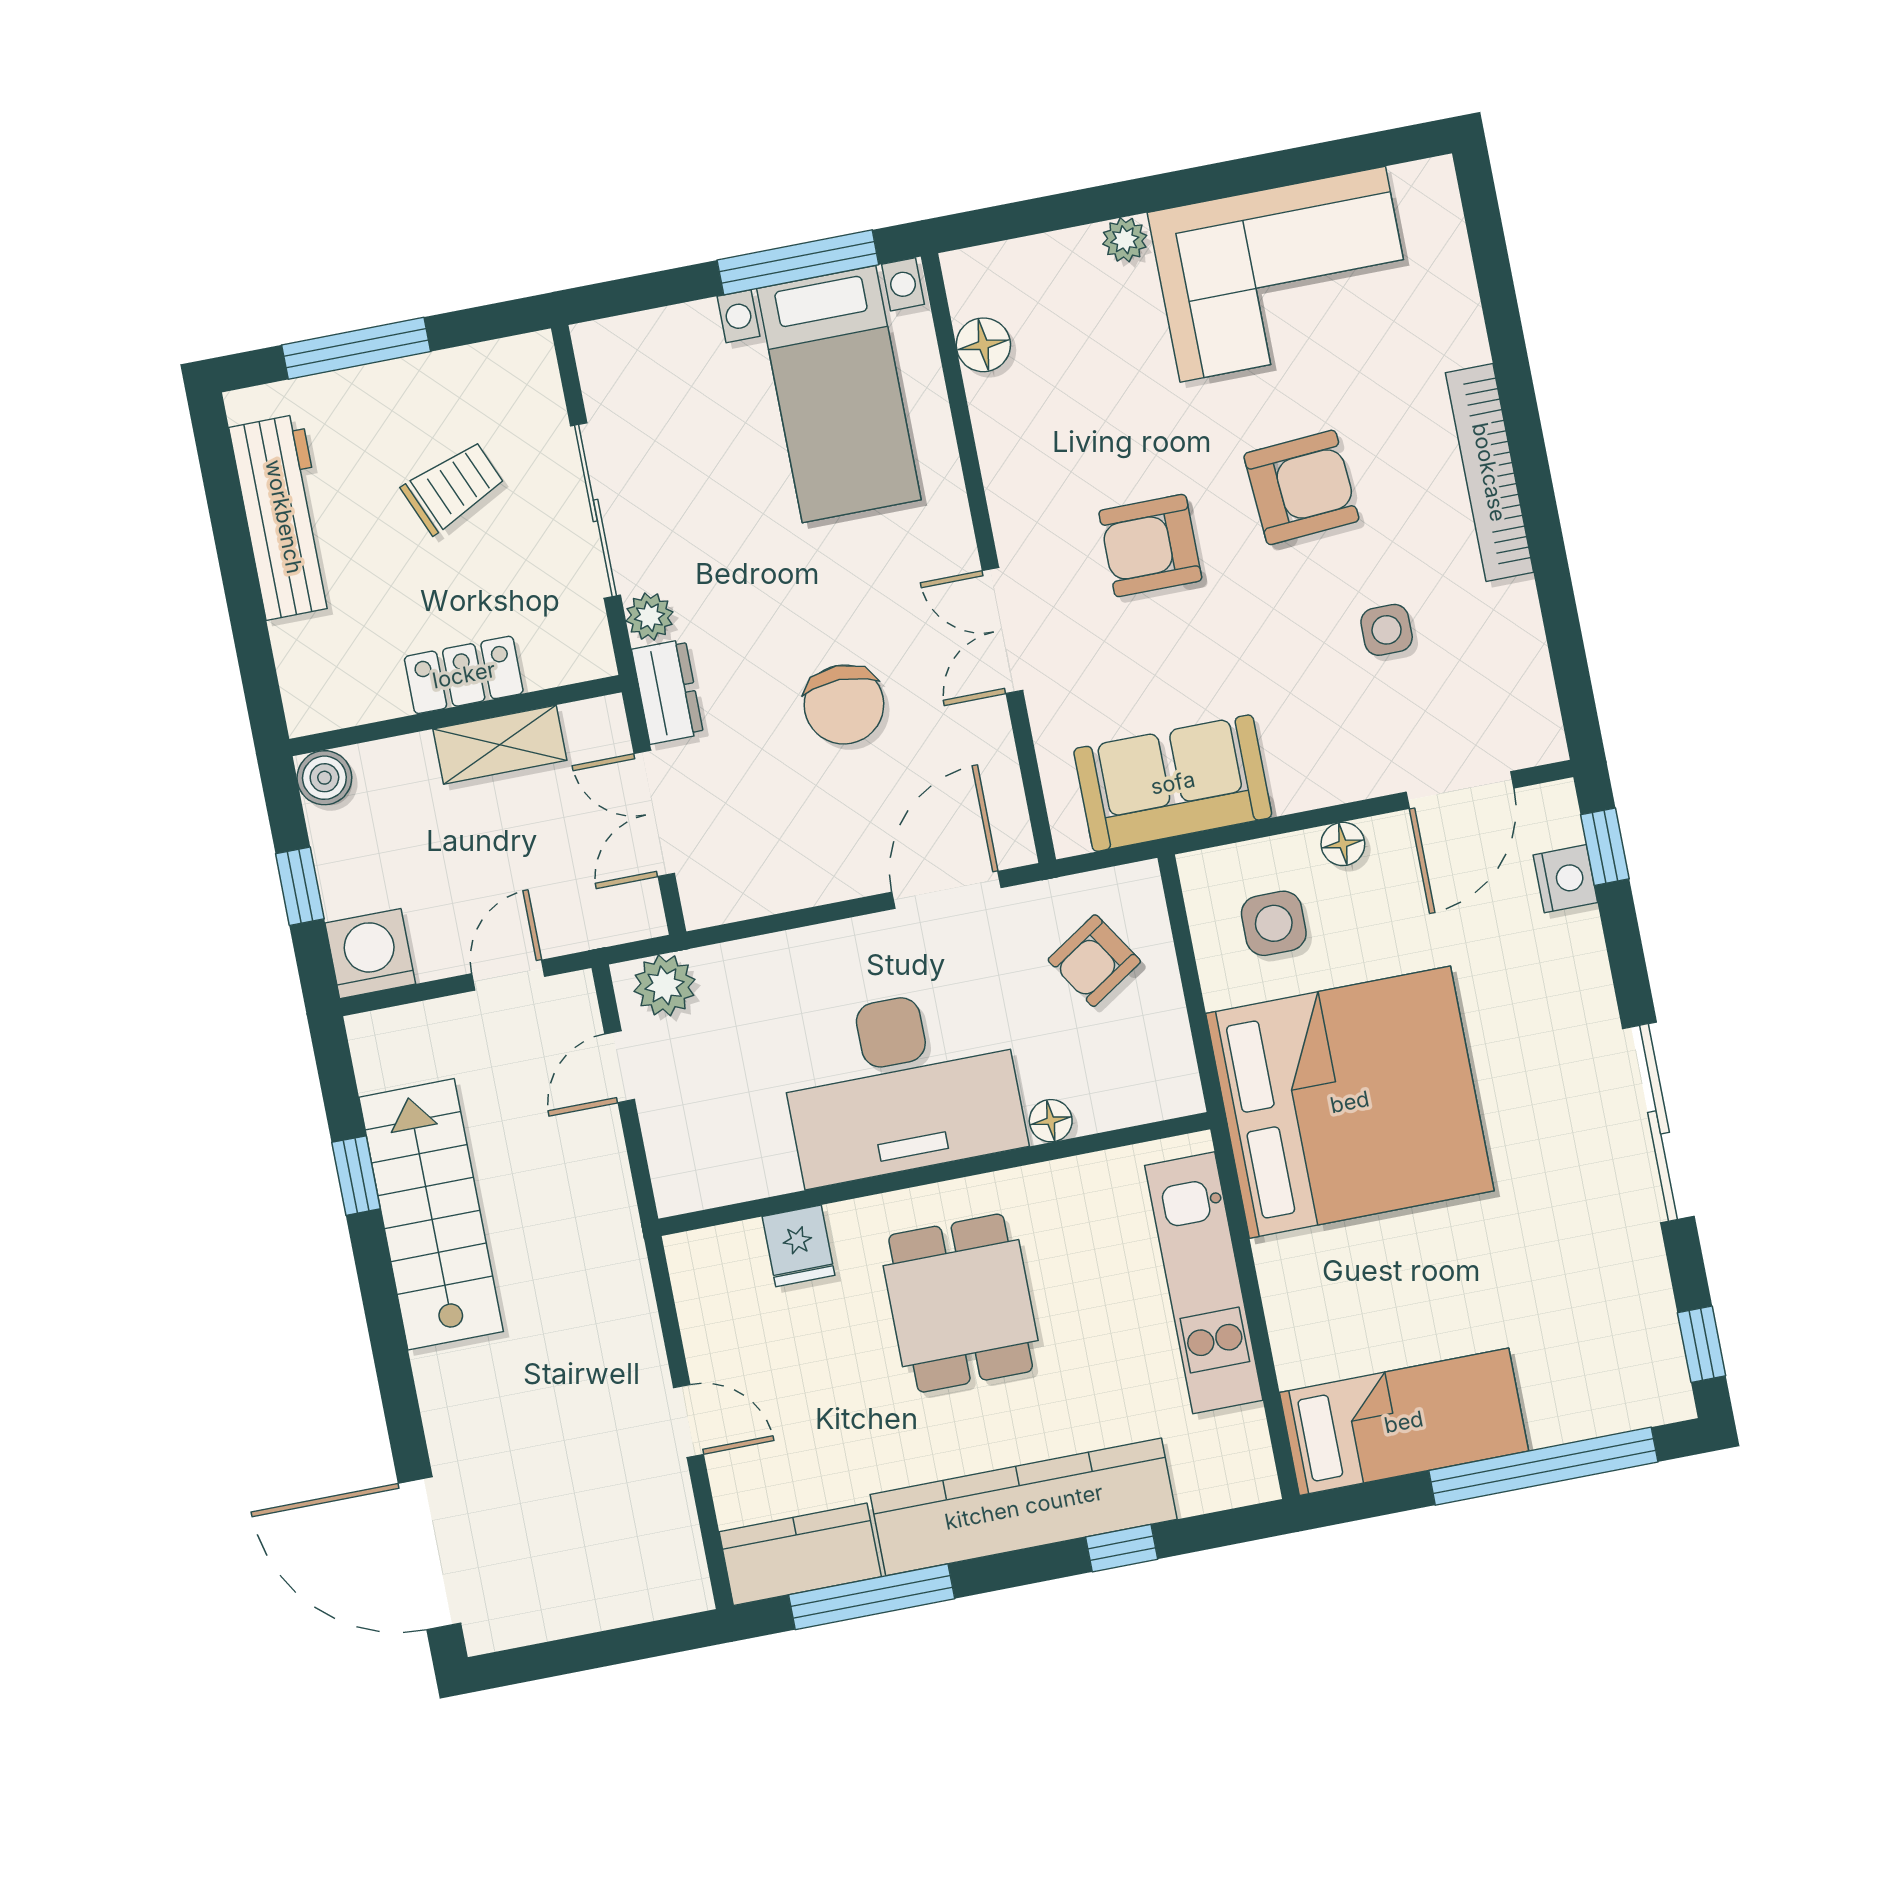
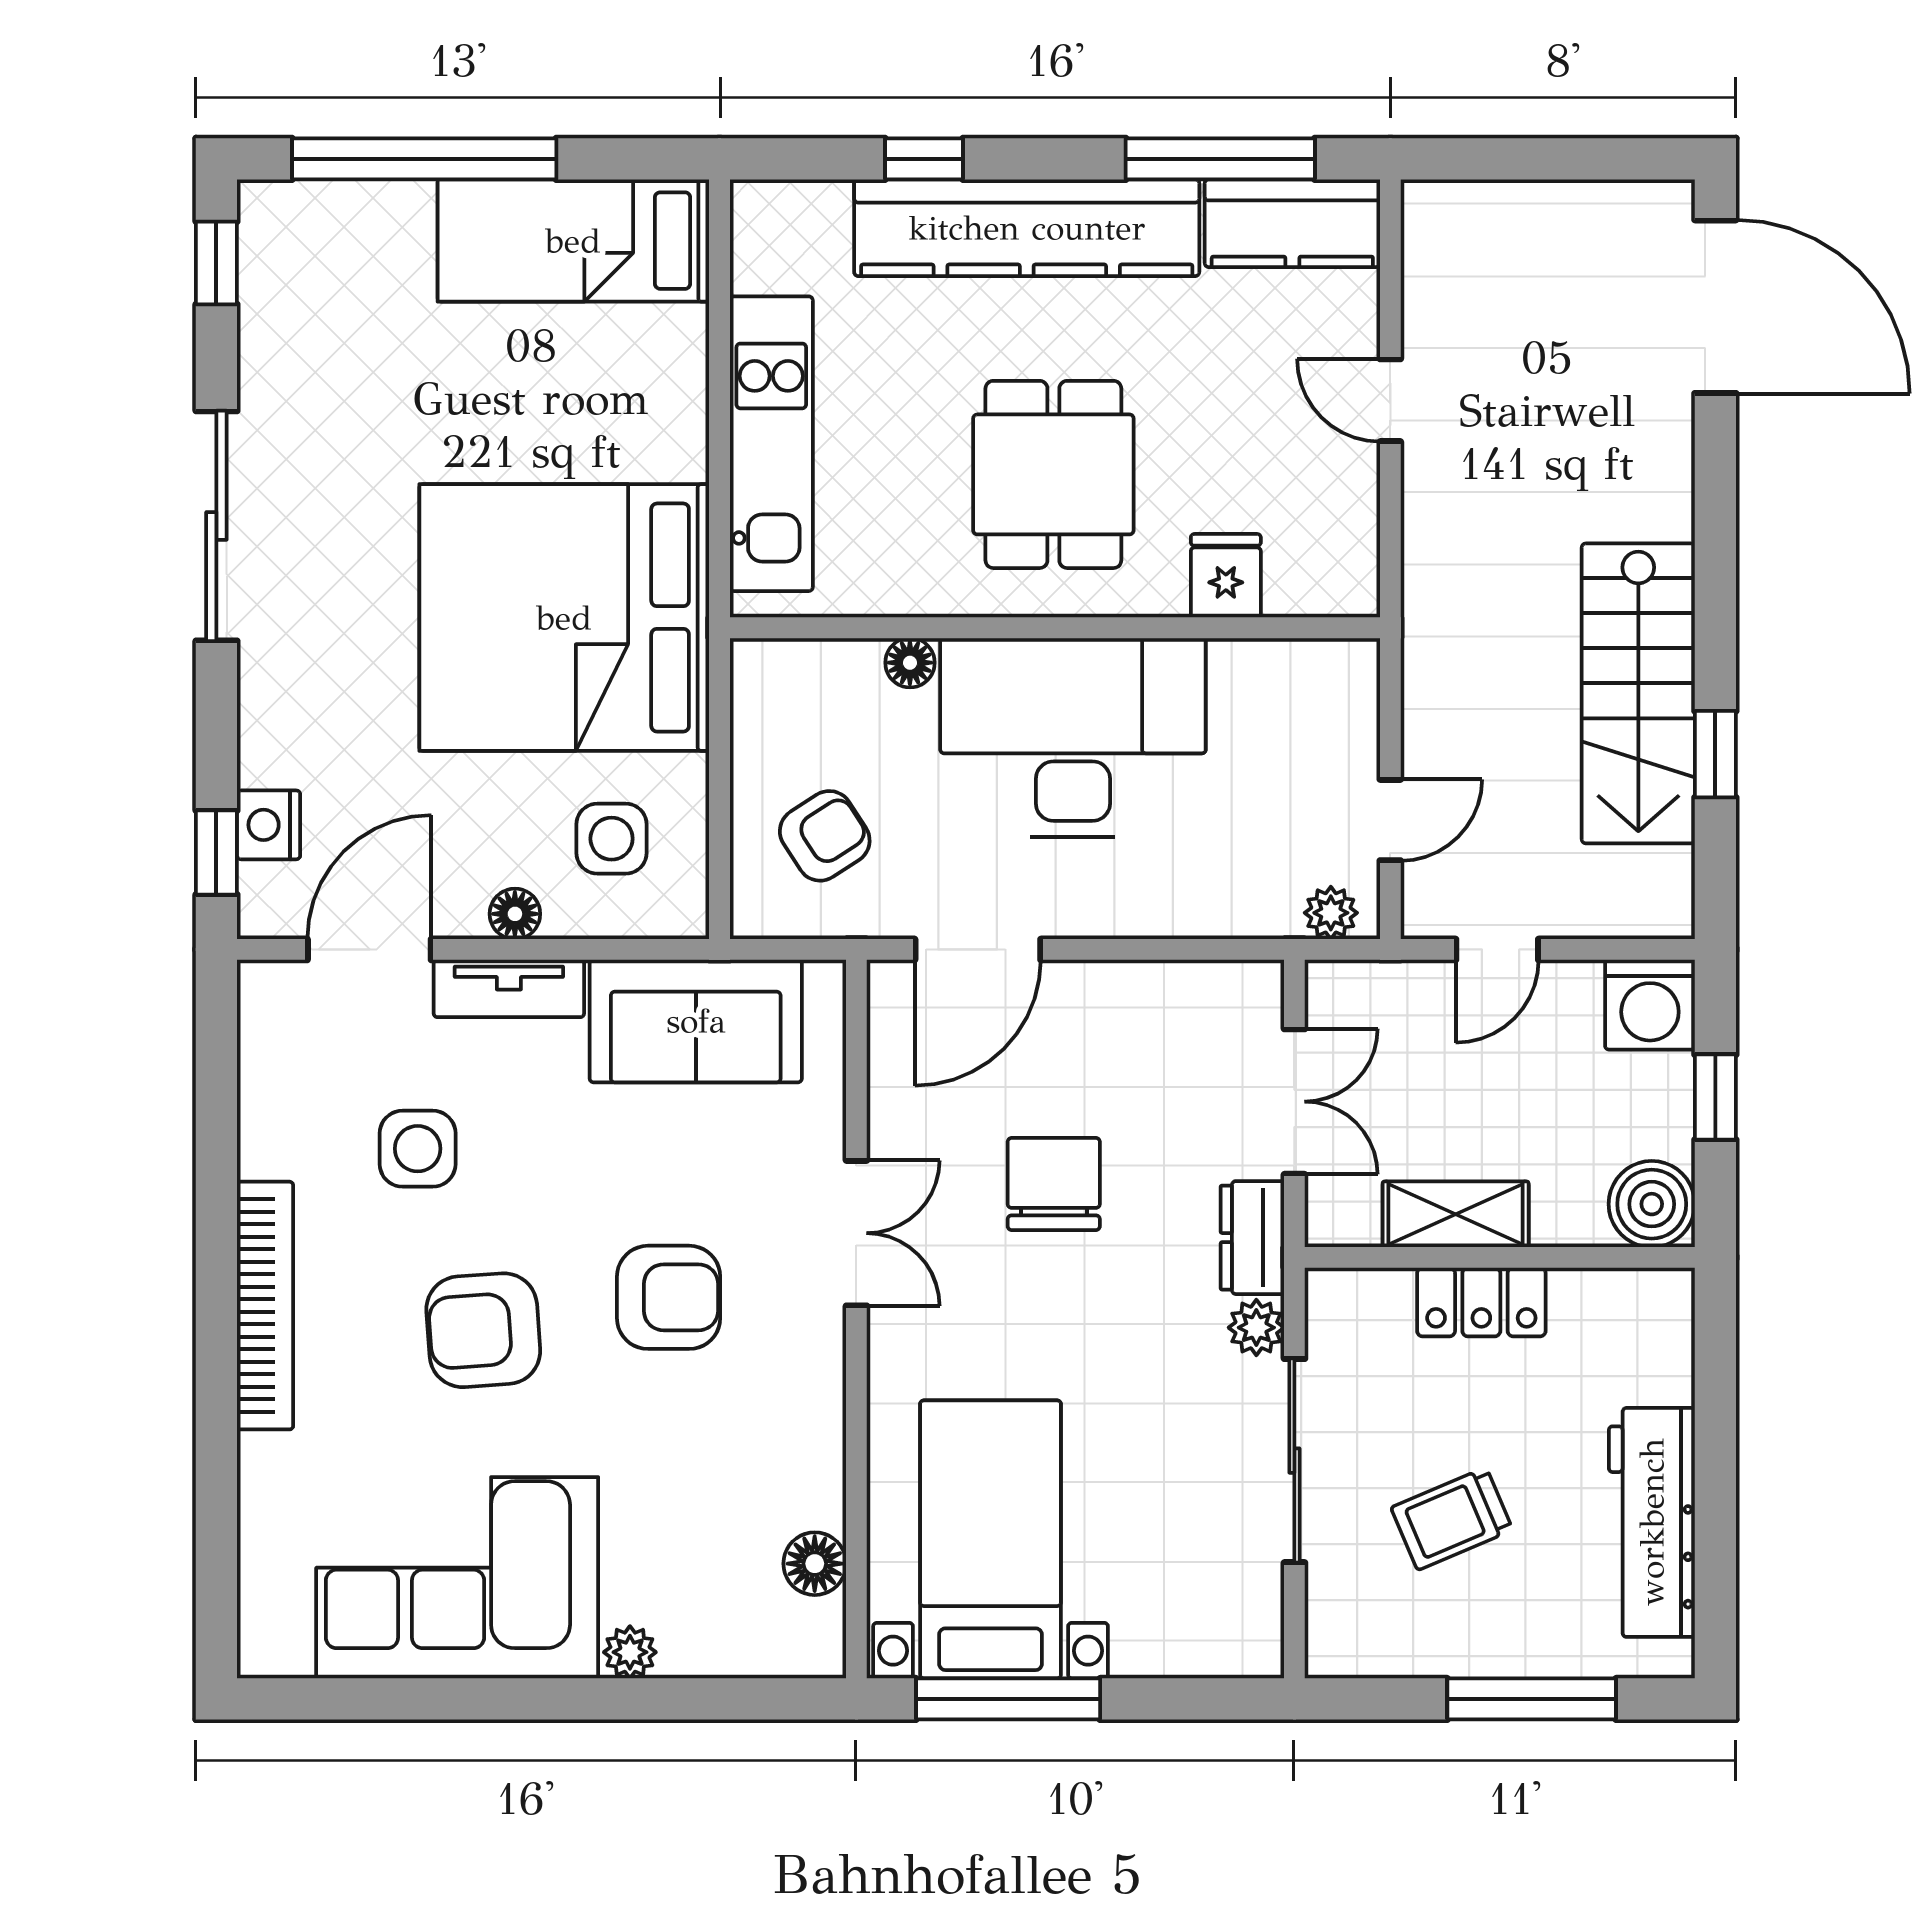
side table: (1387, 630) -> (418, 1149), width x1.37, depth x1.37
boiler: (324, 778) -> (1652, 1204), width x1.36, depth x1.36
tv unit: (1336, 780) -> (509, 988), added
plant: (665, 985) -> (1331, 913), width x0.73, depth x0.73

